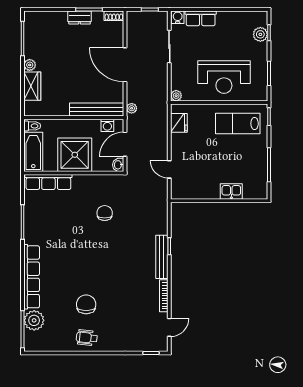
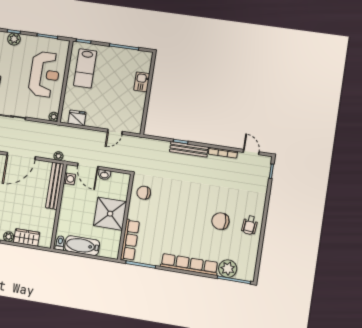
shower: (75, 155) -> (110, 214), moved
wall: (74, 173) -> (126, 217), moved
row of seats: (48, 182) -> (130, 240), moved

